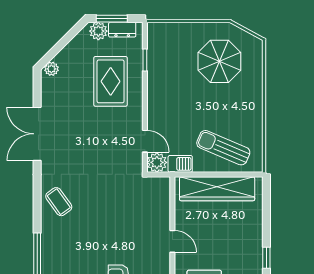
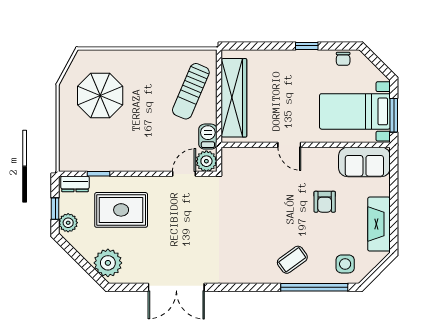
window: (112, 19) -> (55, 209), width x0.67
dresser: (122, 30) -> (75, 184), moved, turned 90
plant: (51, 69) -> (108, 263), width x1.88, depth x1.88
coffee table: (59, 202) -> (292, 260), moved
door: (172, 241) -> (289, 145), swing flipped

